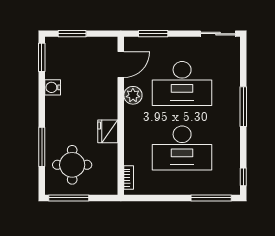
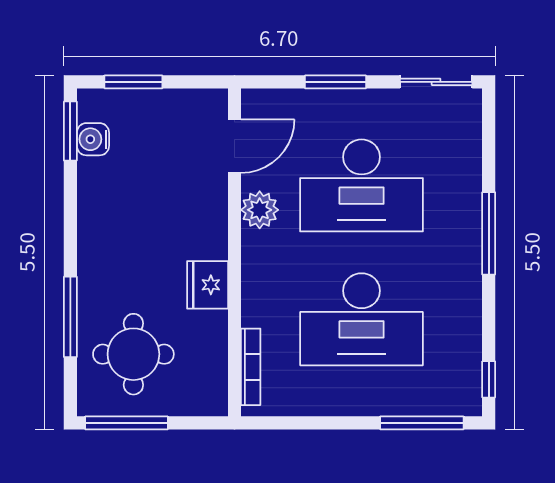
window: (153, 34) -> (335, 82), moved
water cooler: (53, 87) -> (93, 139), moved
bookcase: (129, 178) -> (251, 367), width x1.56

